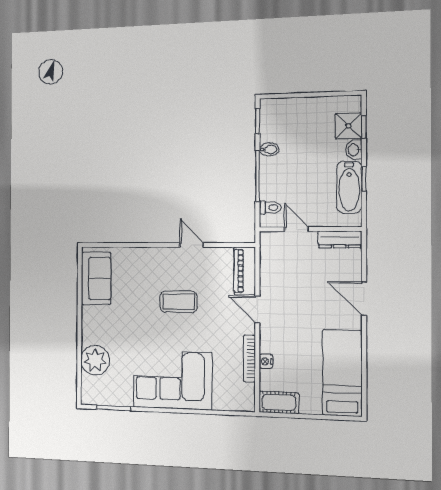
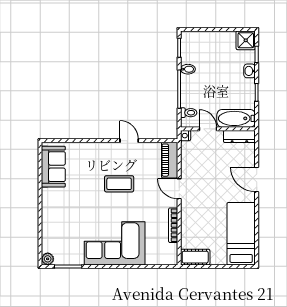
shower: (348, 126) -> (246, 40), moved
bathtub: (349, 187) -> (236, 118), moved, turned 90
plant: (95, 360) -> (48, 259), moved, width x0.53, depth x0.53
nightstand: (266, 361) -> (186, 136), moved

